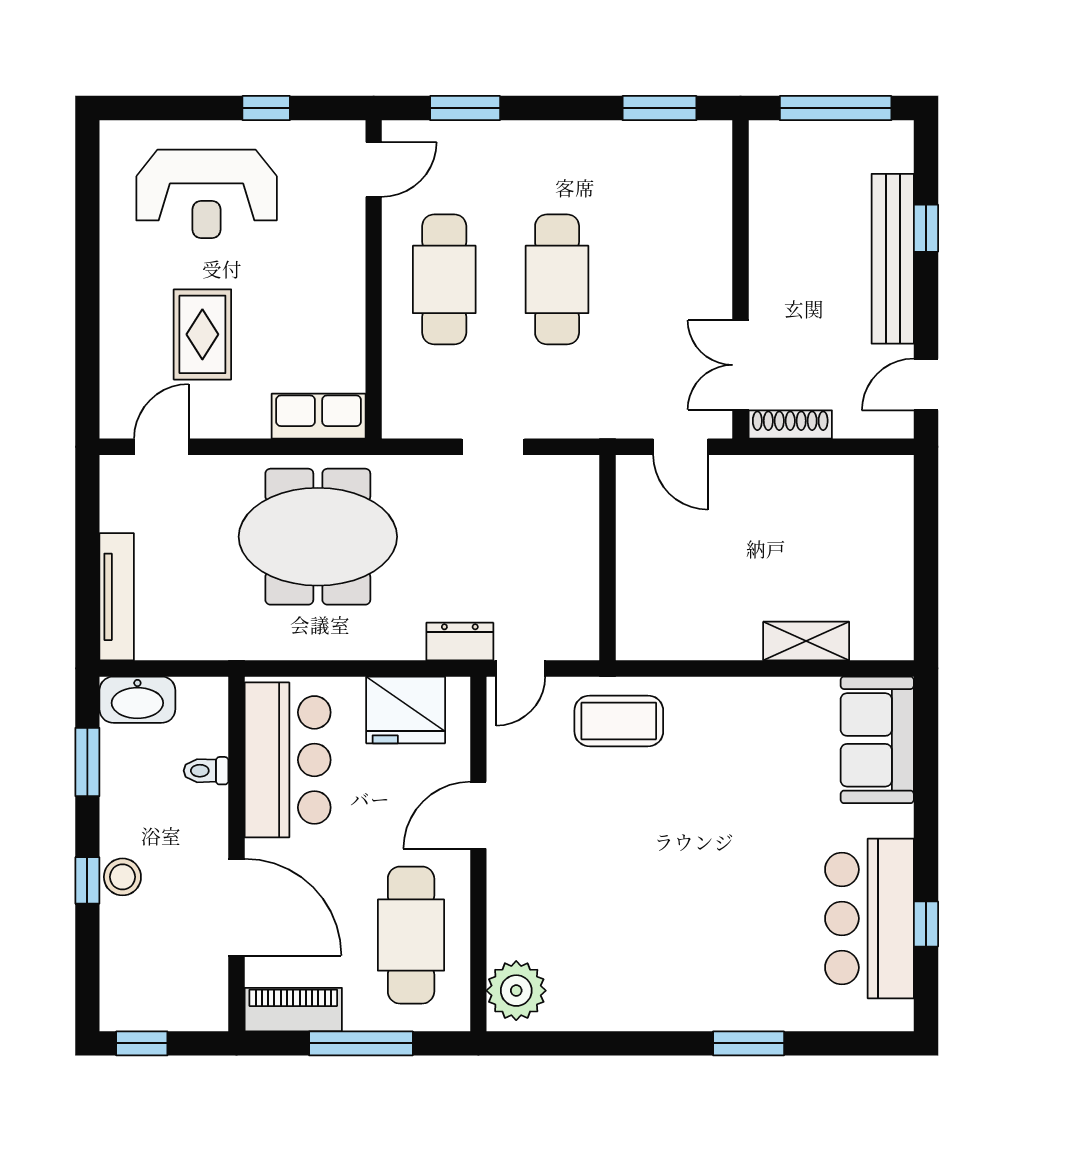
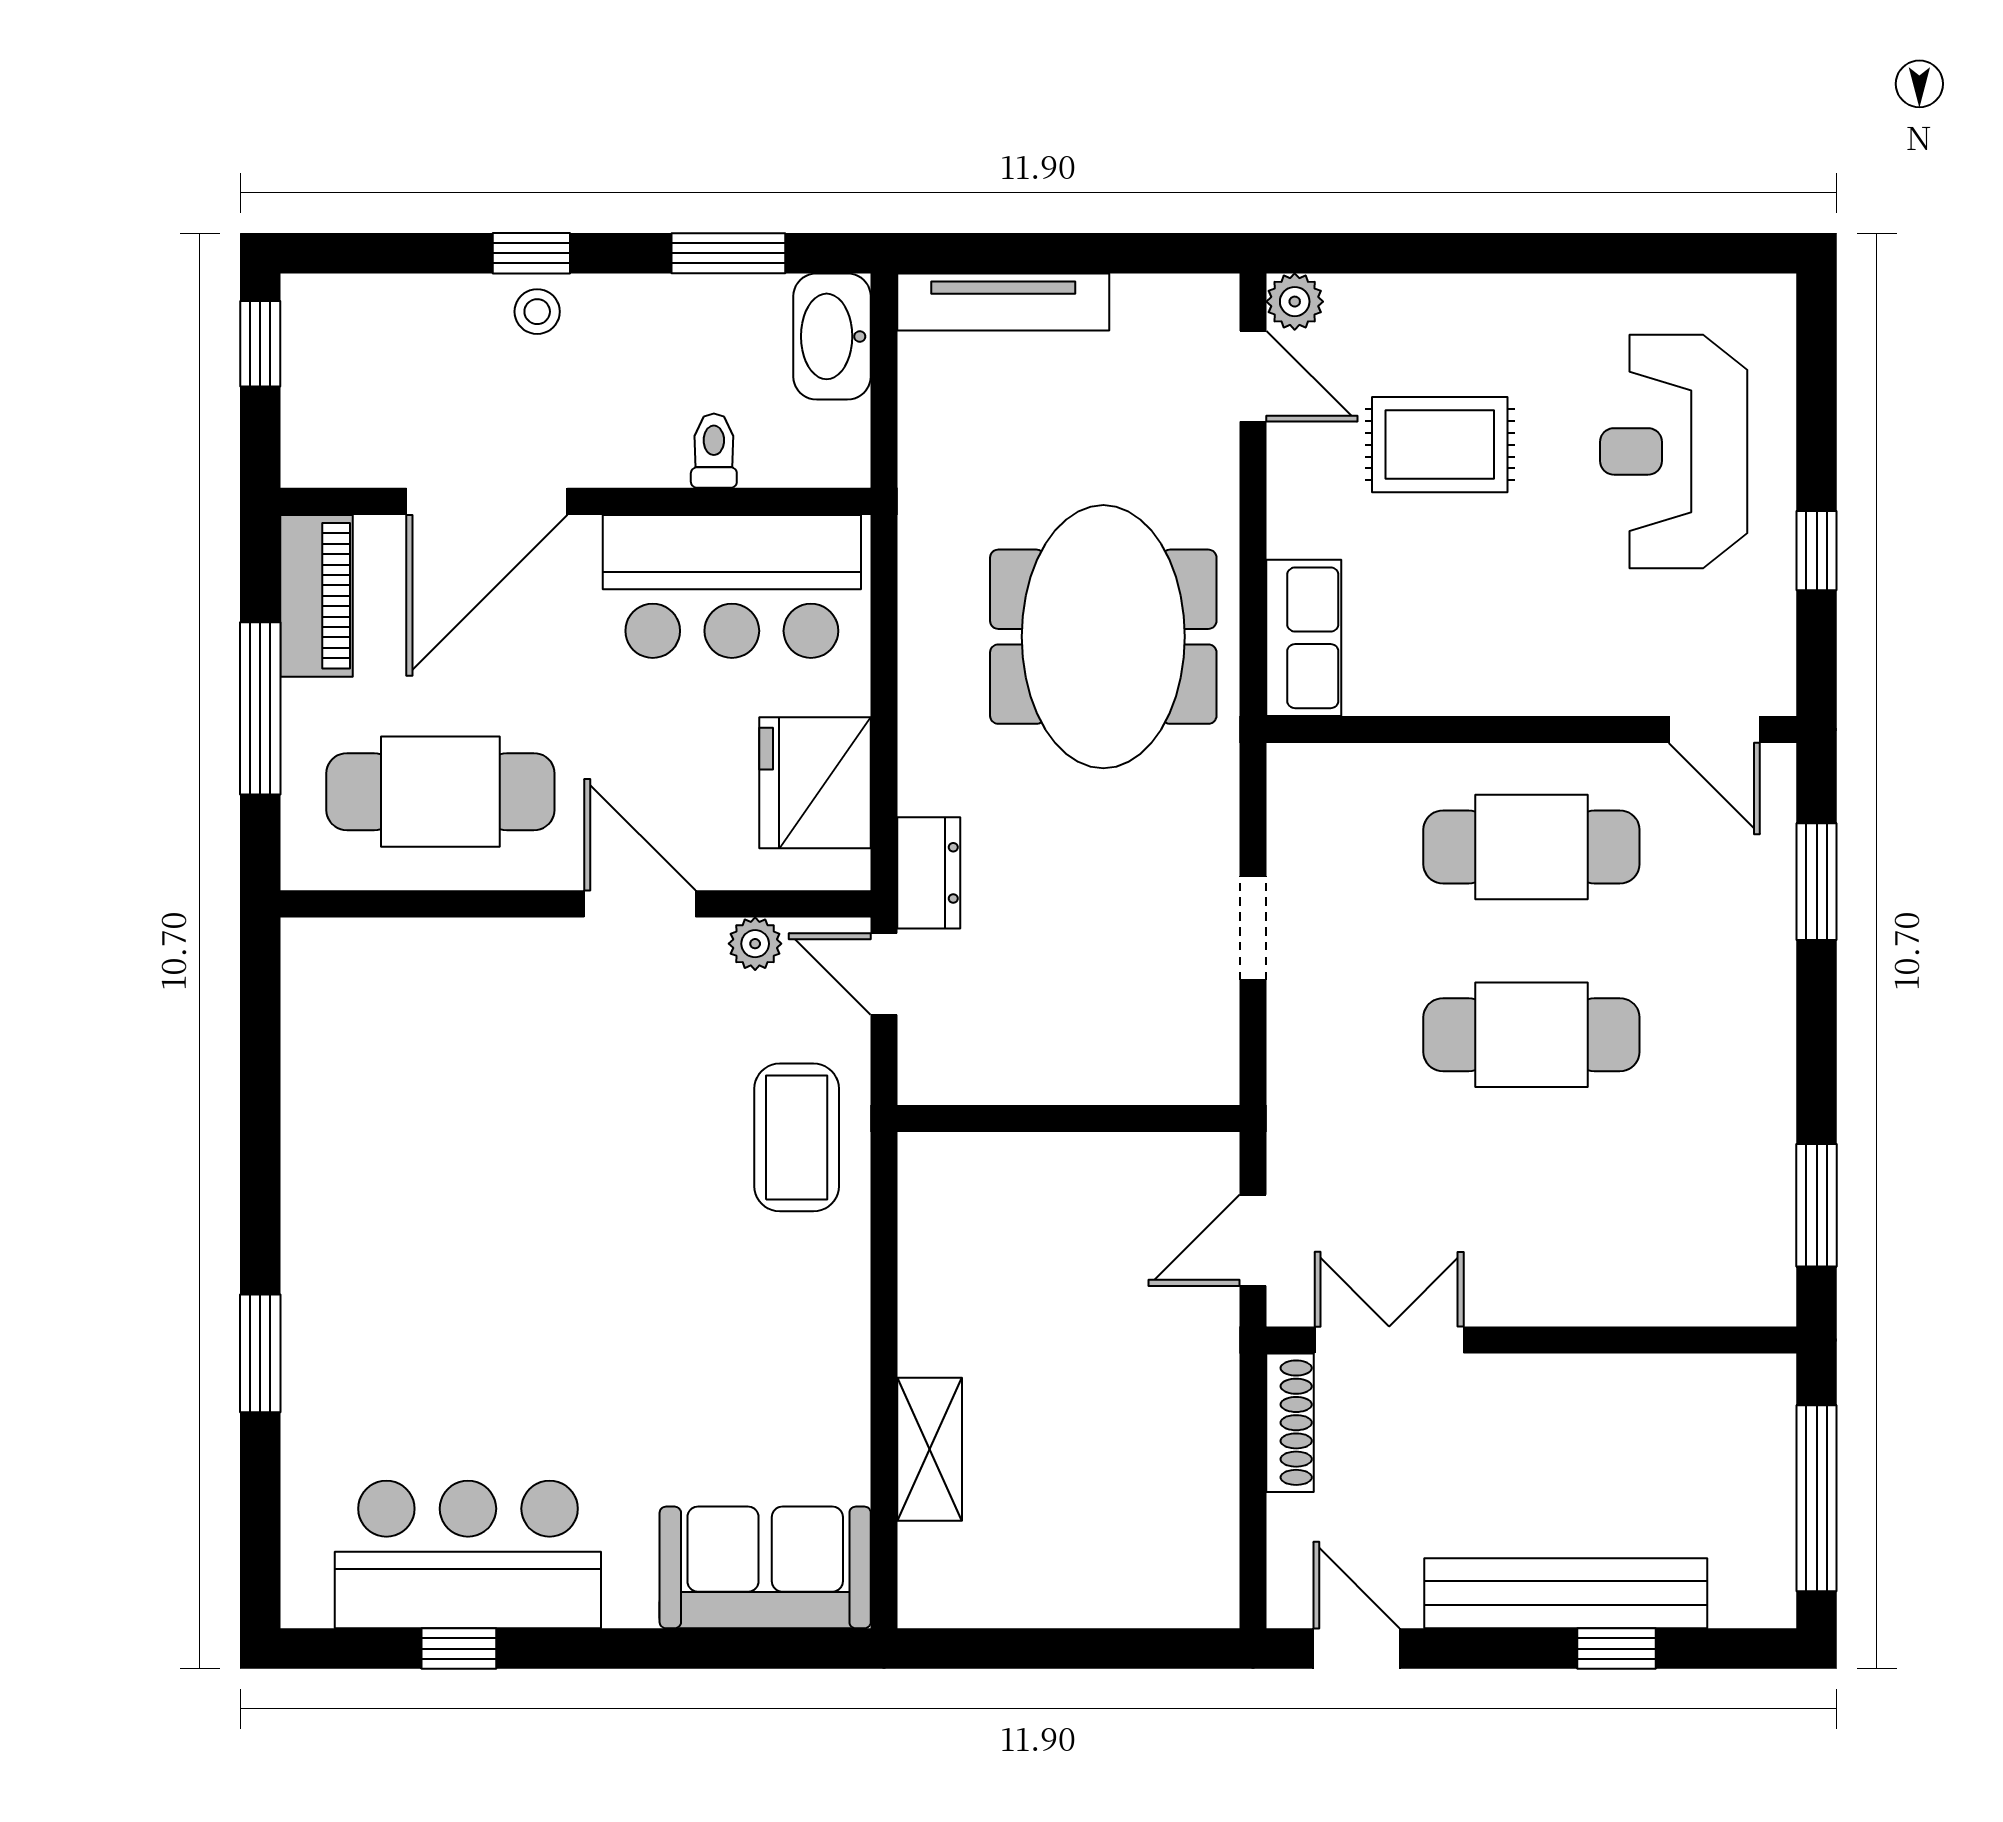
plant: (116, 422) -> (1295, 302), added
stool: (122, 877) -> (537, 312), width x0.73, depth x0.73
plant: (516, 991) -> (755, 944), moved, width x0.53, depth x0.53

